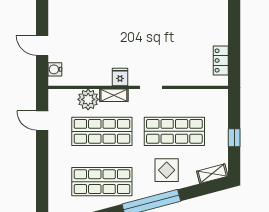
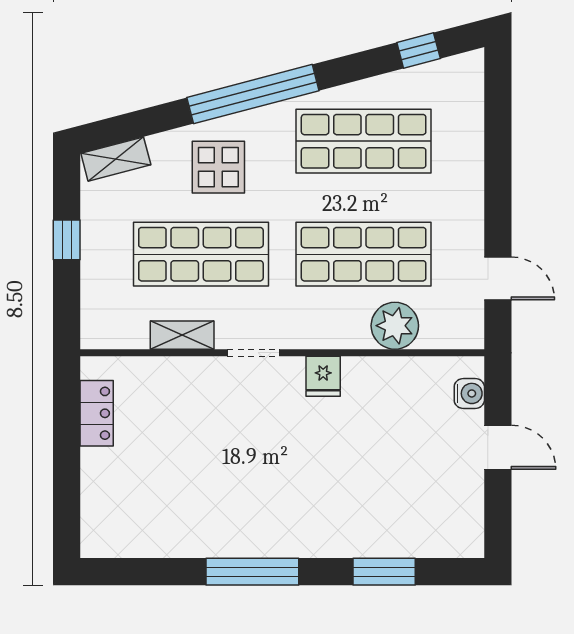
shelving: (114, 95) -> (182, 335), moved

